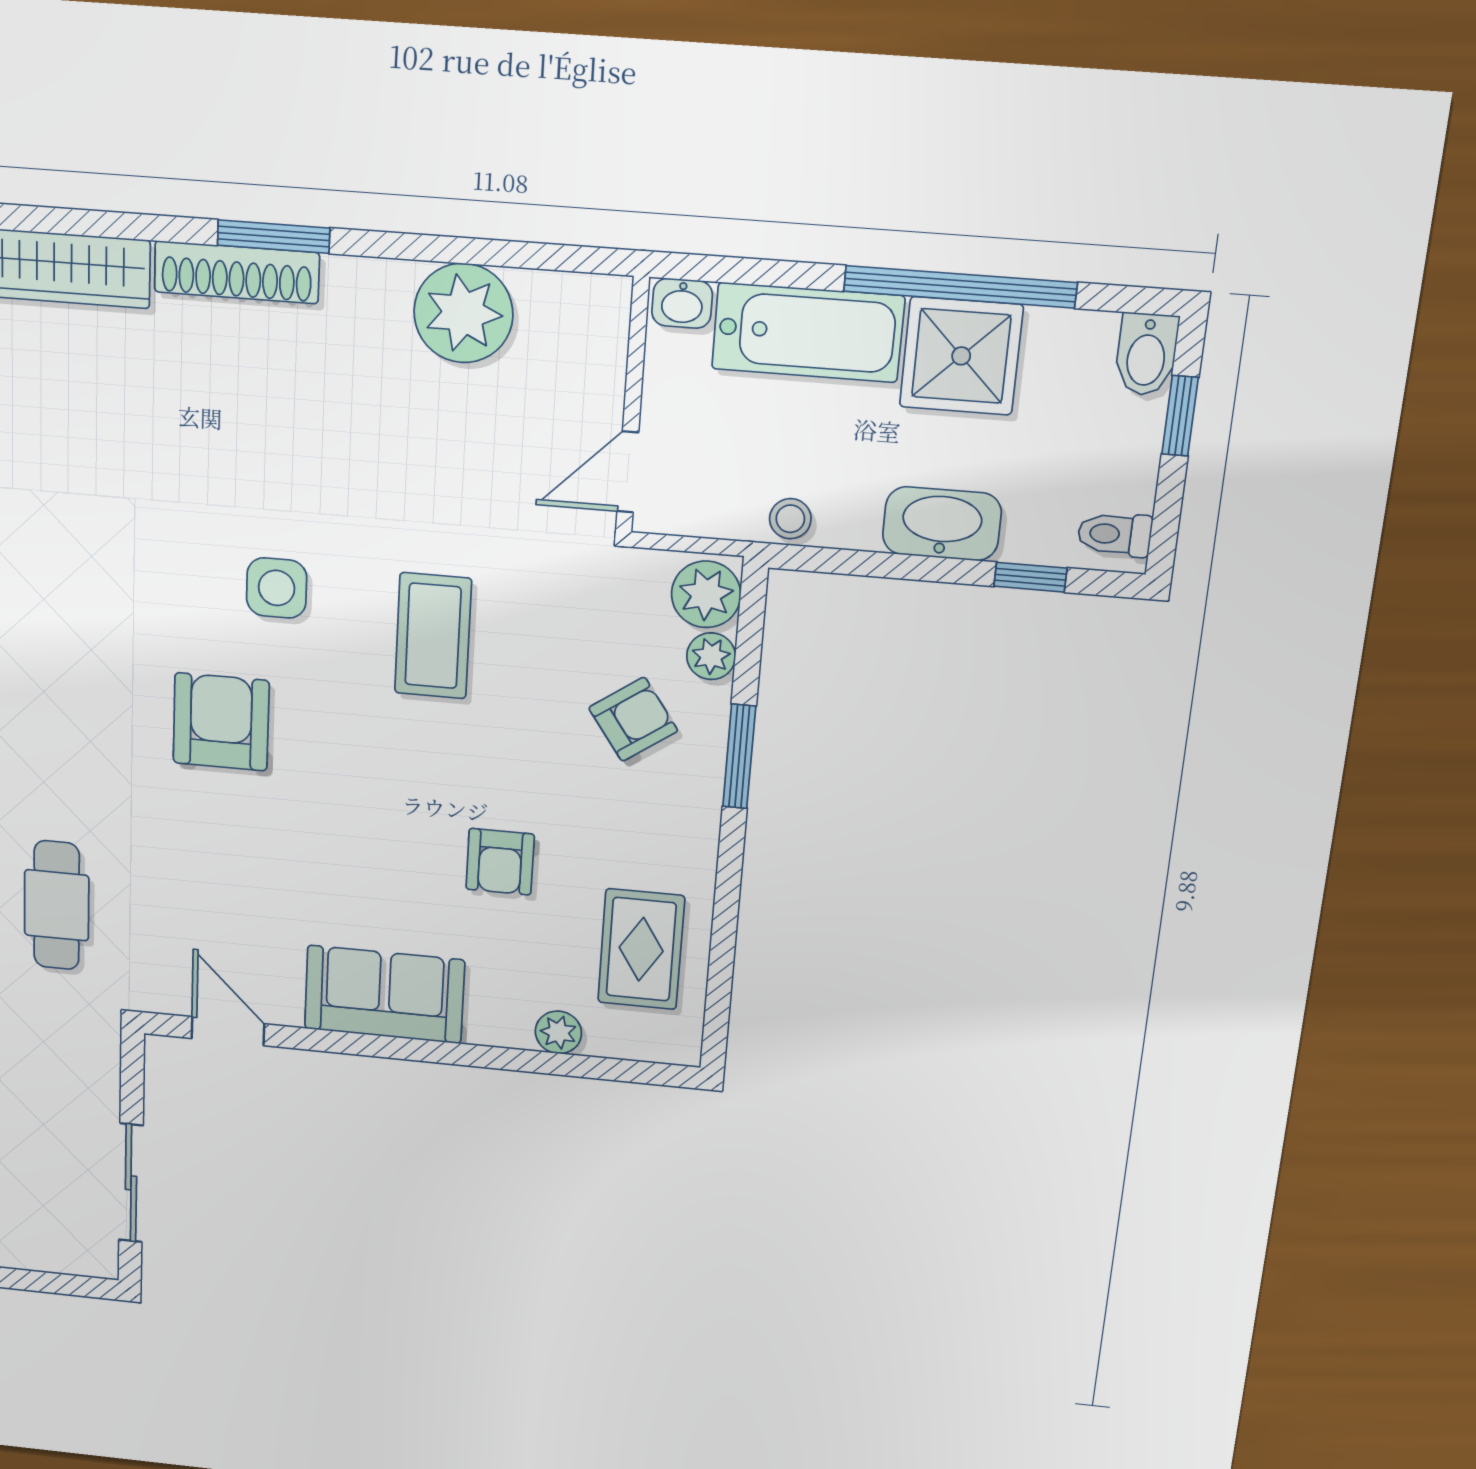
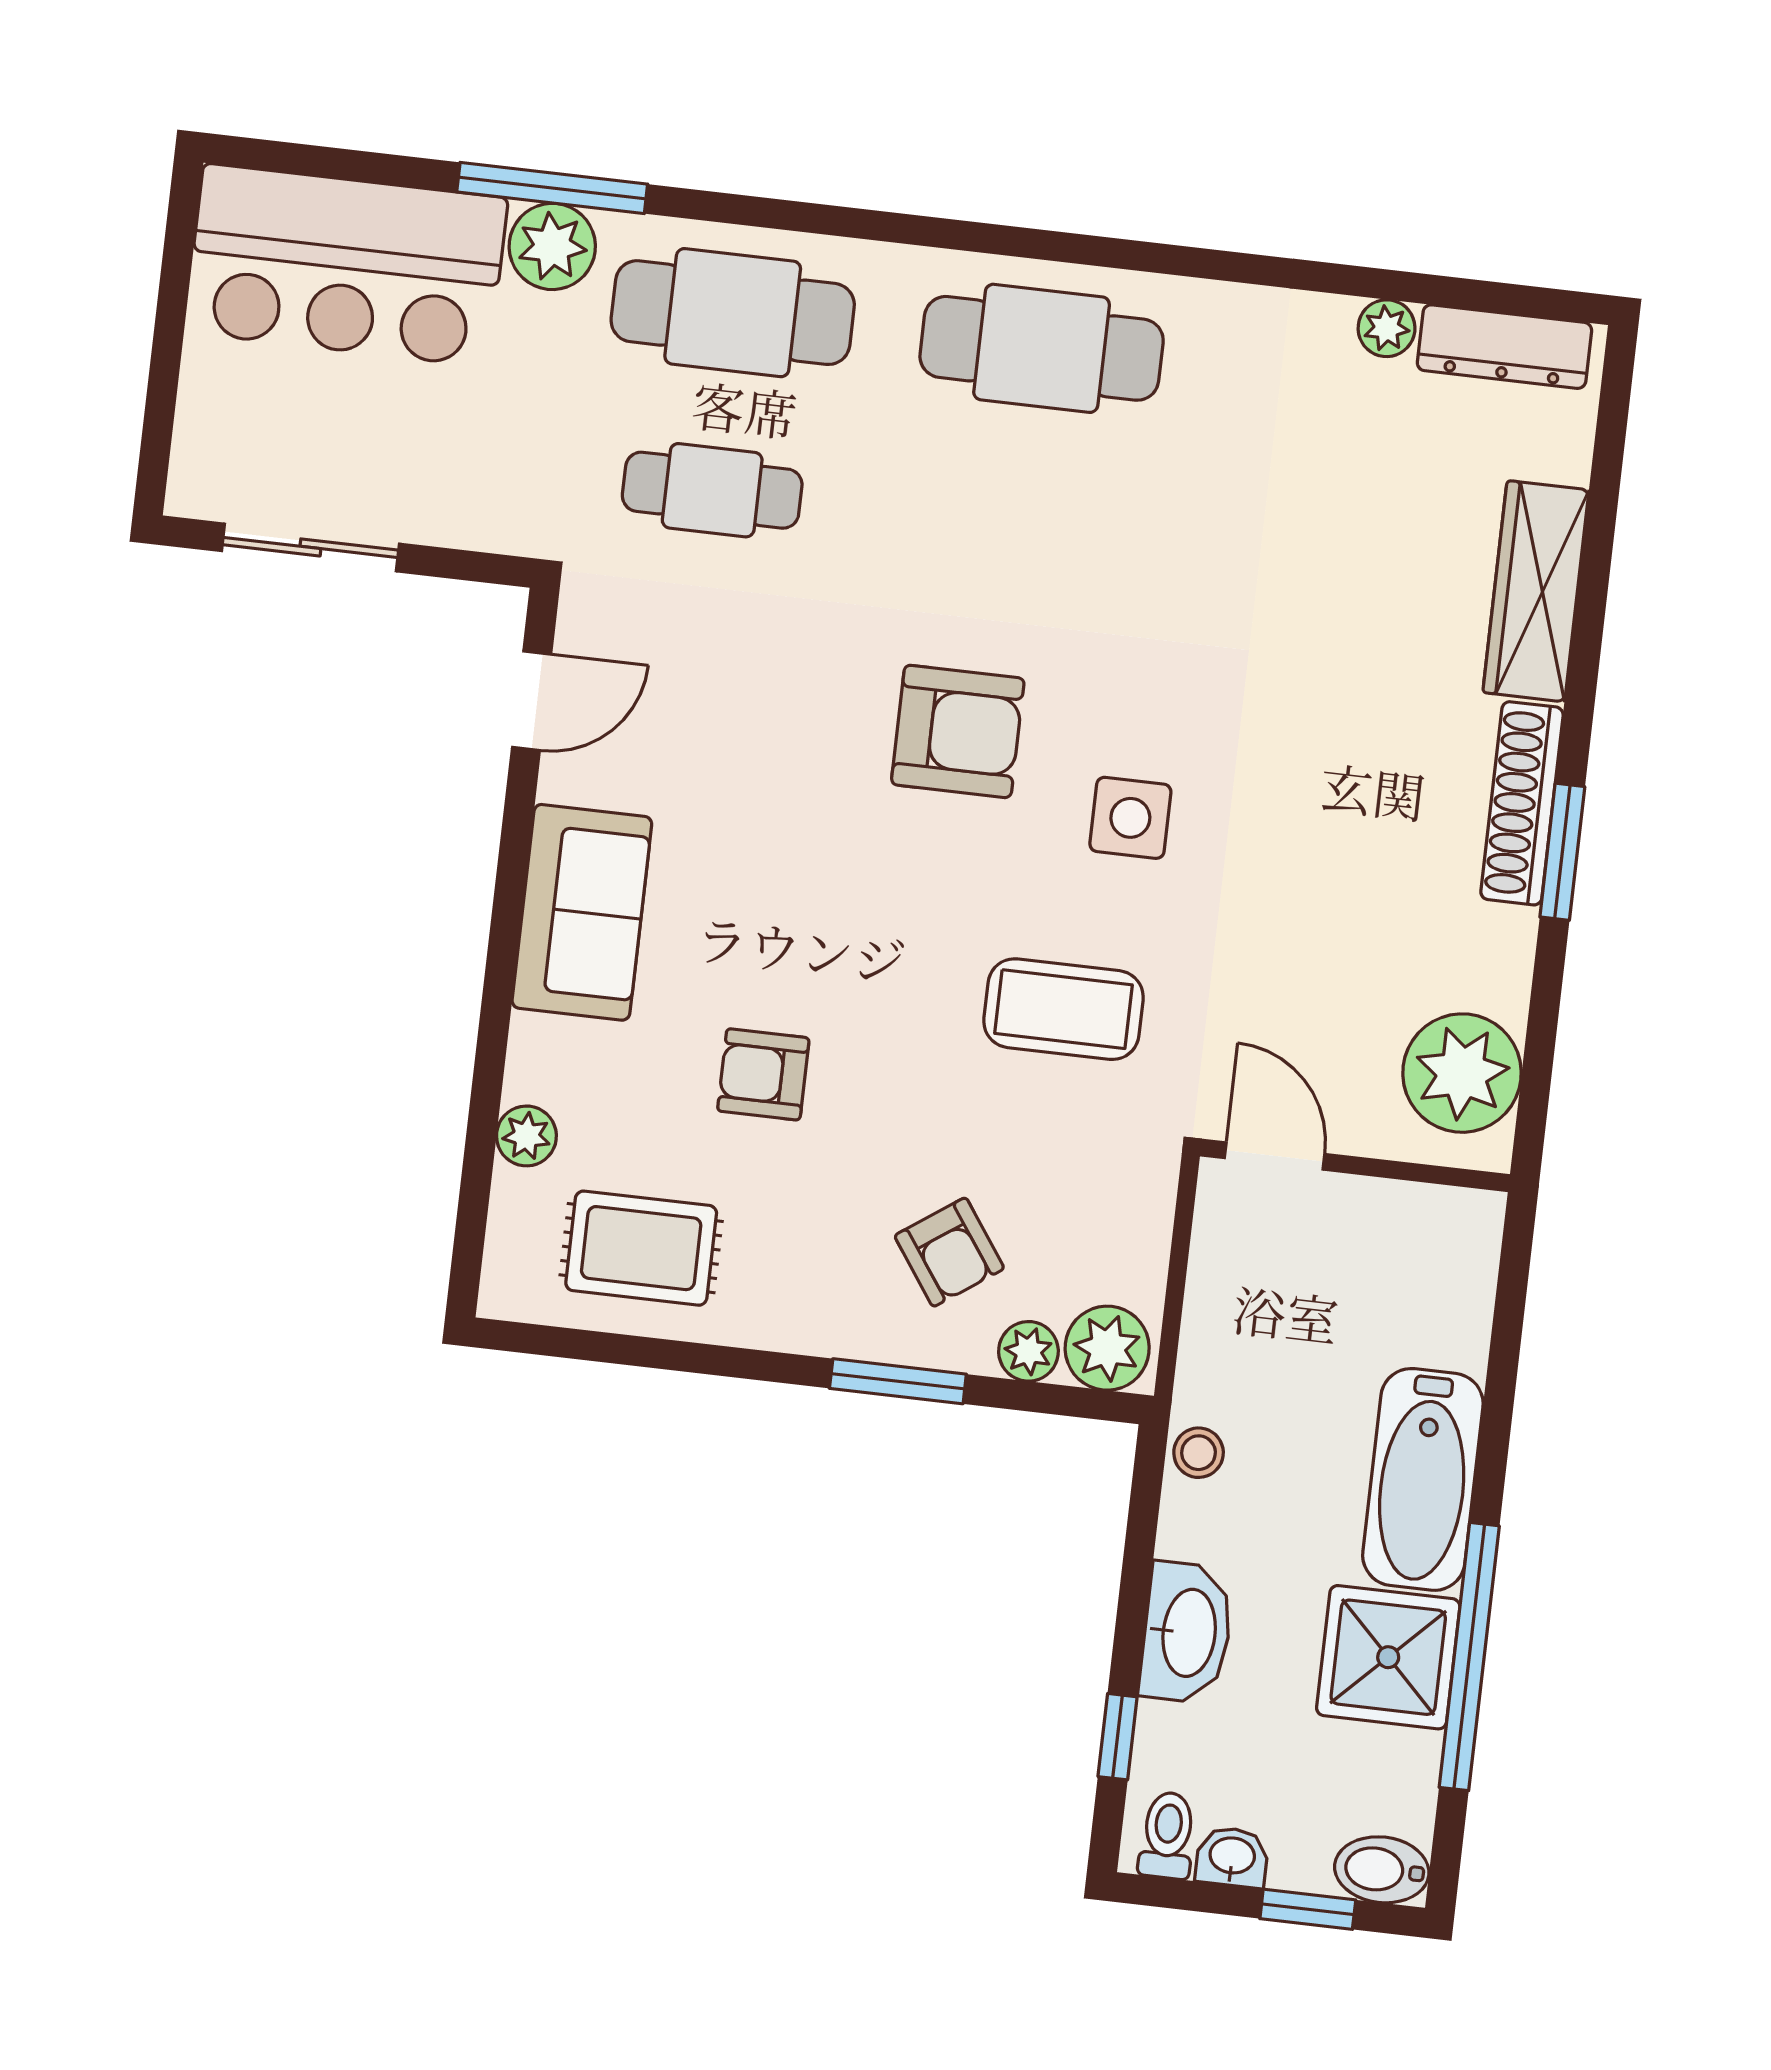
washbasin: (682, 303) -> (1232, 1857), moved, turned 90
wall: (632, 406) -> (1355, 1165), moved
door: (628, 472) -> (1275, 1156), moved

